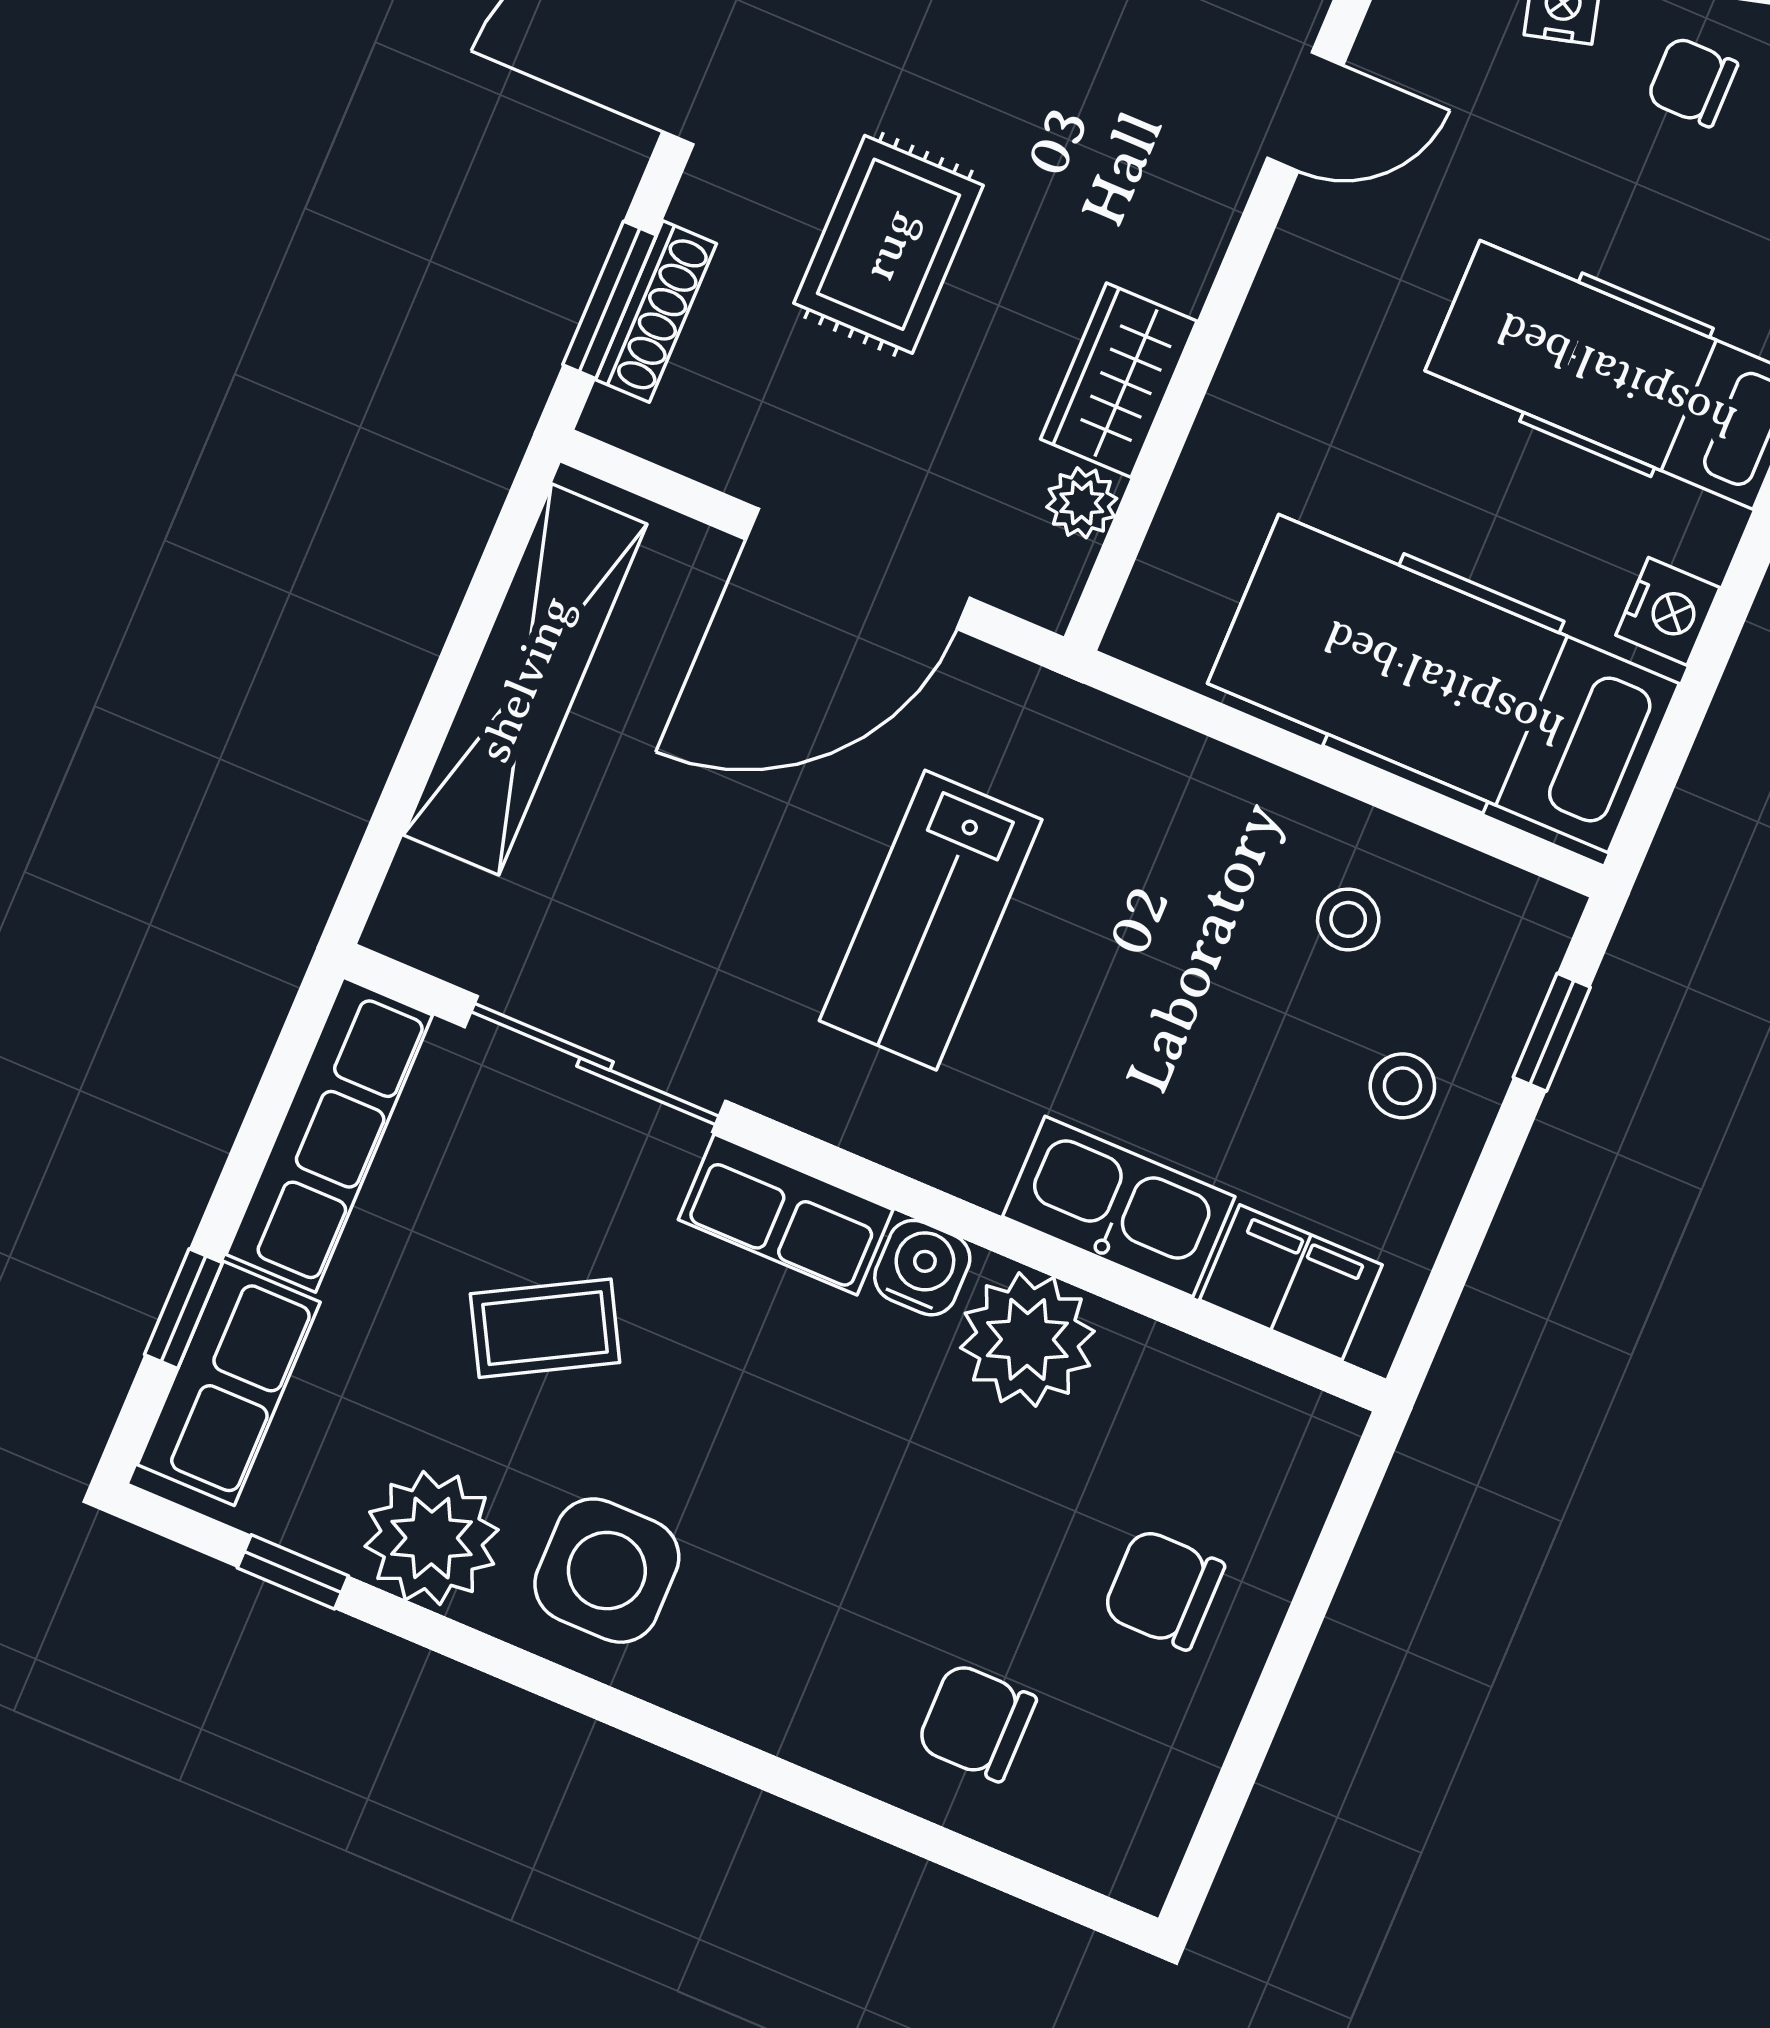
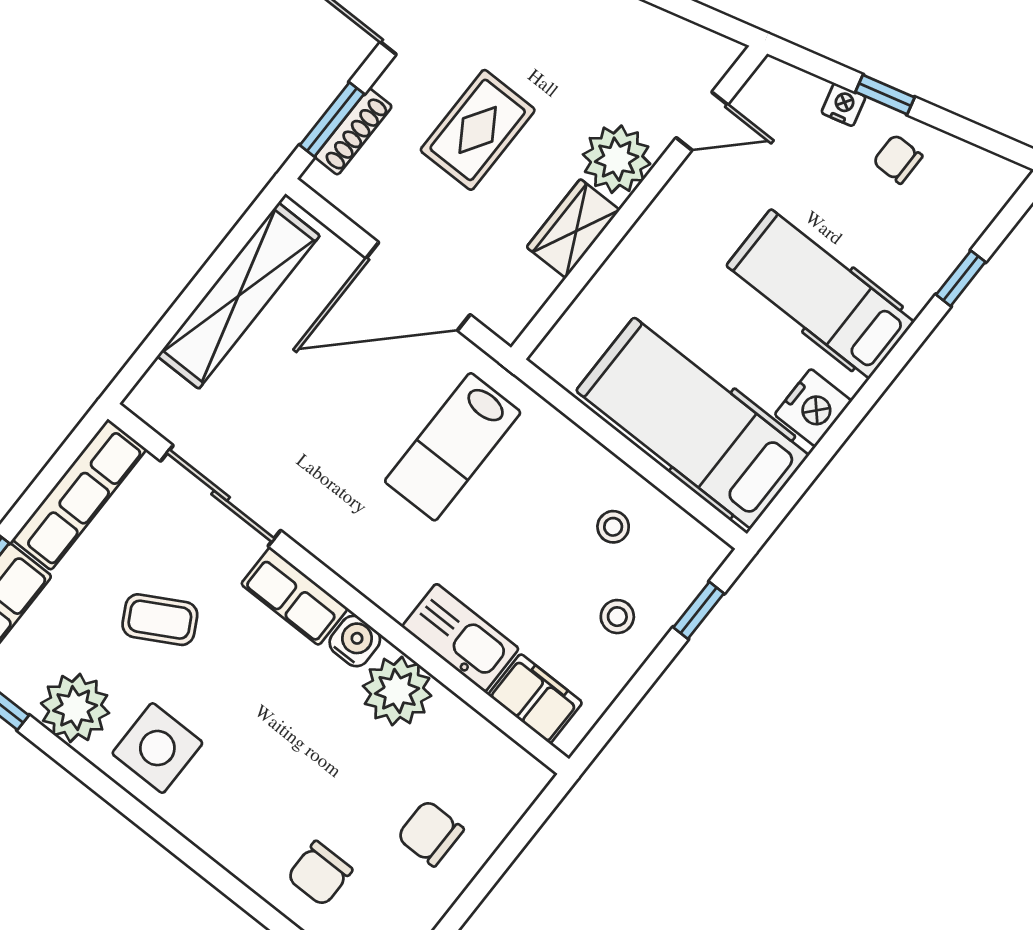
plant: (1082, 503) -> (617, 159), moved, width x1.88, depth x1.88
nightstand: (1668, 611) -> (813, 408), width x1.36, depth x1.33
lab bench: (931, 920) -> (453, 447), moved
chair: (976, 1722) -> (320, 873), turned -90

